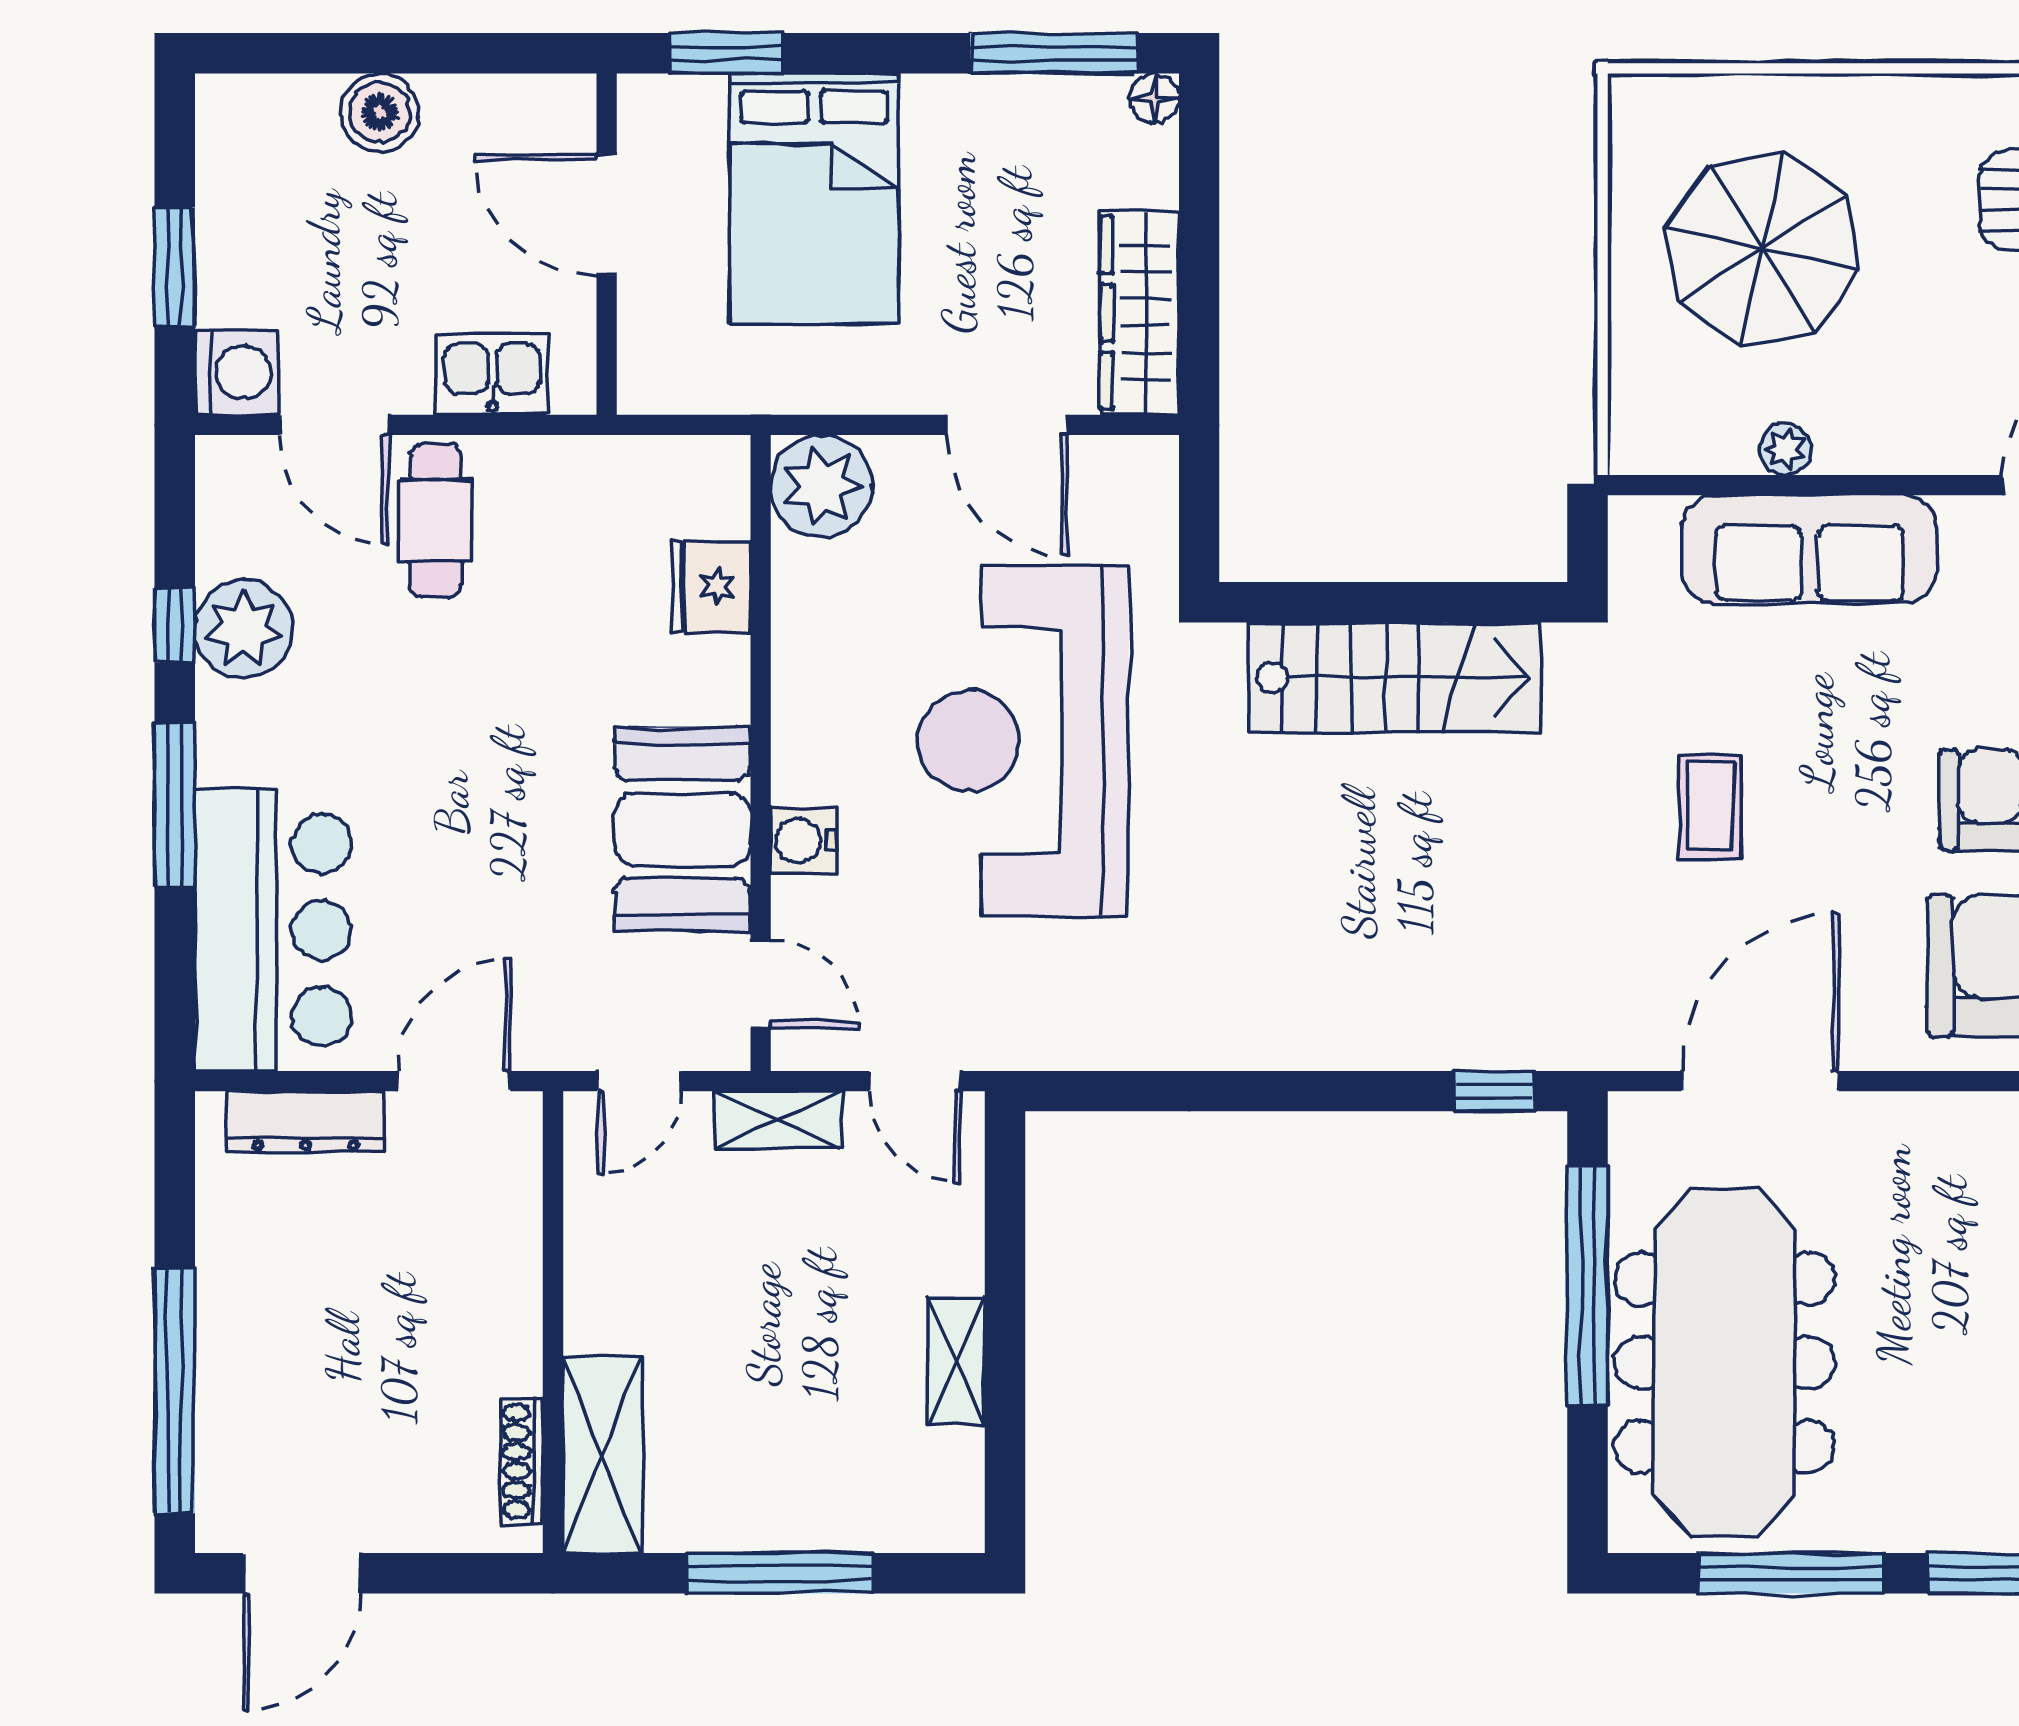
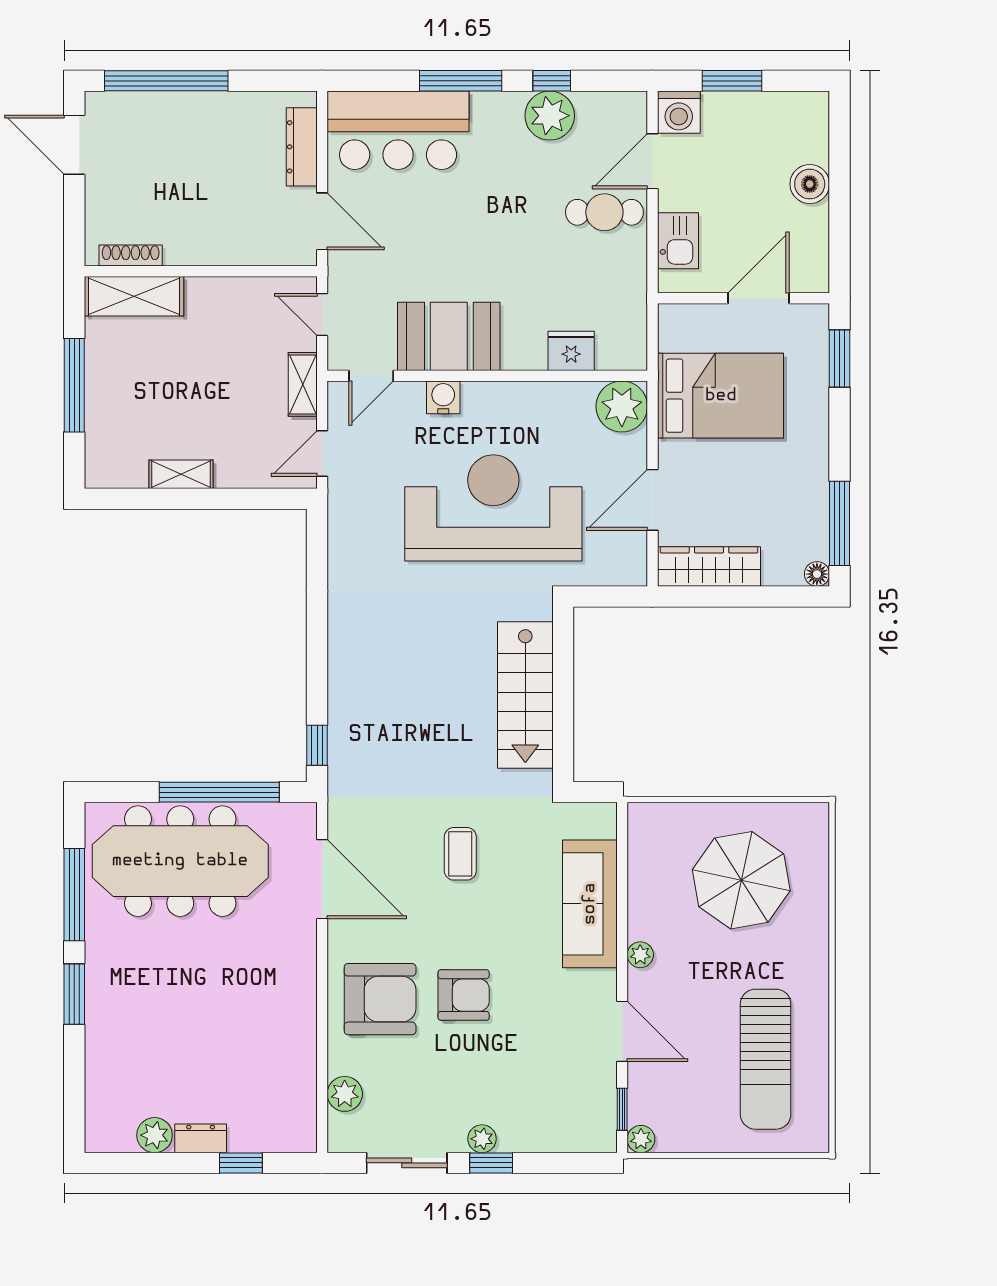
bed: (814, 198) -> (721, 396), moved, turned 180
plant: (1785, 449) -> (640, 955), moved
coffee table: (1710, 807) -> (460, 854), turned 90

